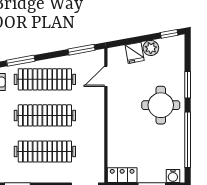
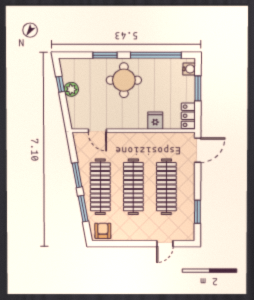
window: (169, 34) -> (60, 84), moved
window: (82, 50) -> (77, 175), moved
fridge: (135, 53) -> (155, 121), moved, turned -80

